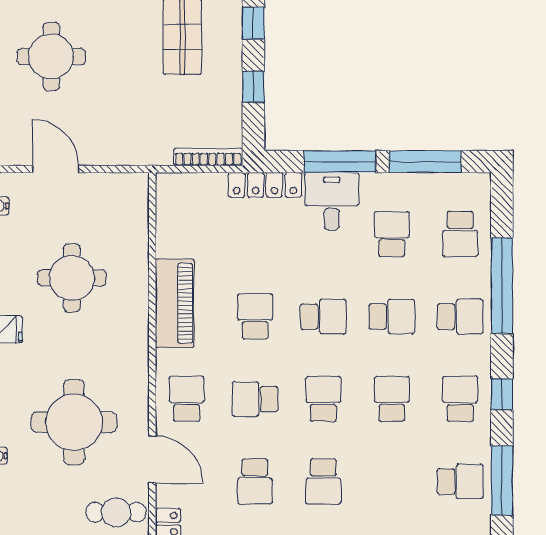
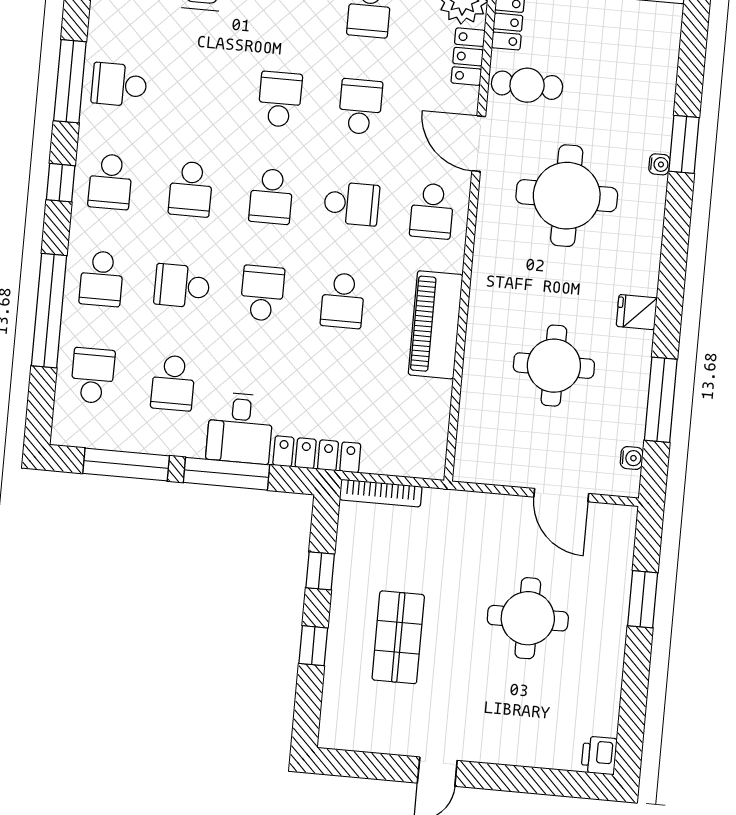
round table: (51, 56) -> (528, 618), moved
school desk: (323, 316) -> (262, 293), turned 90
school desk: (460, 316) -> (101, 279), turned -90

